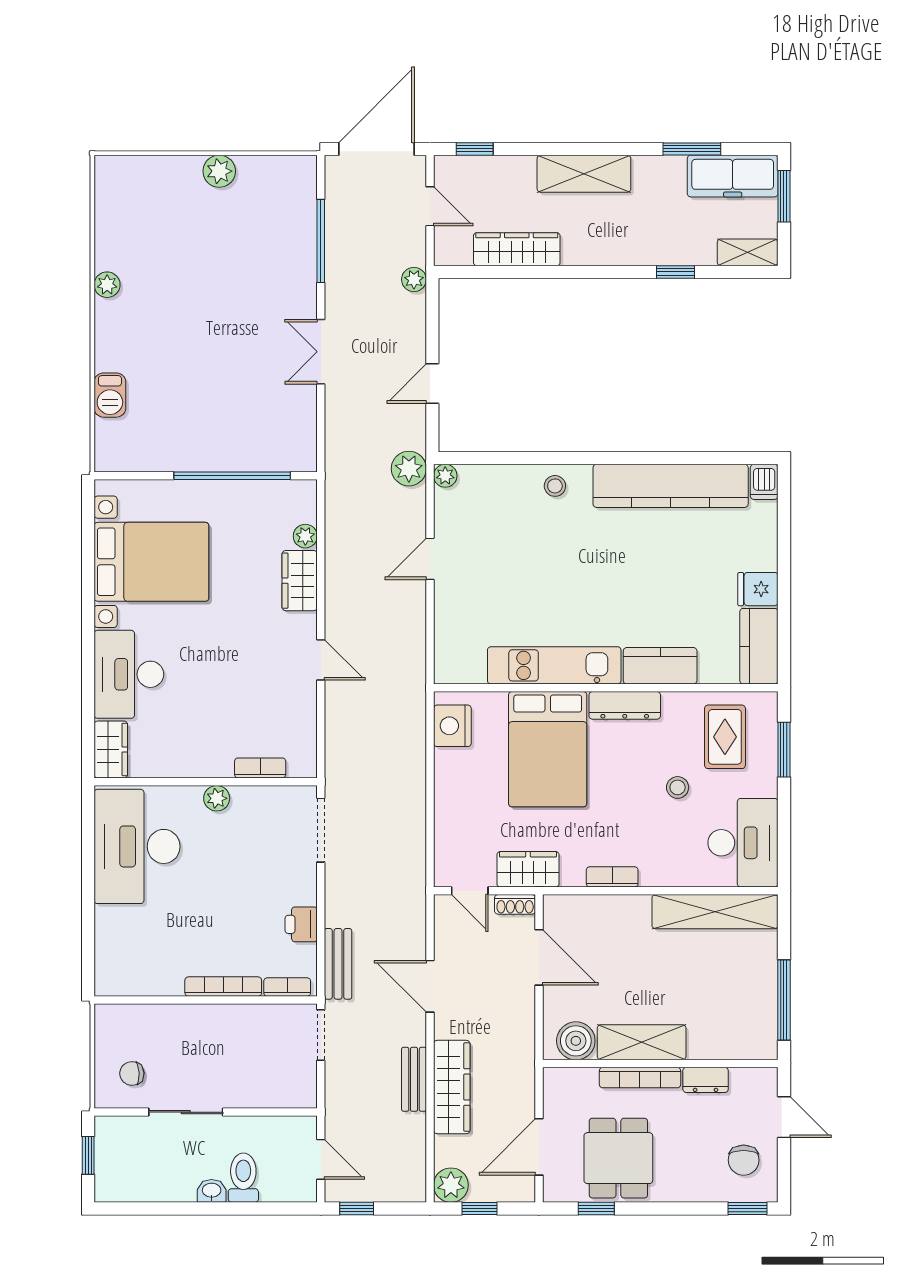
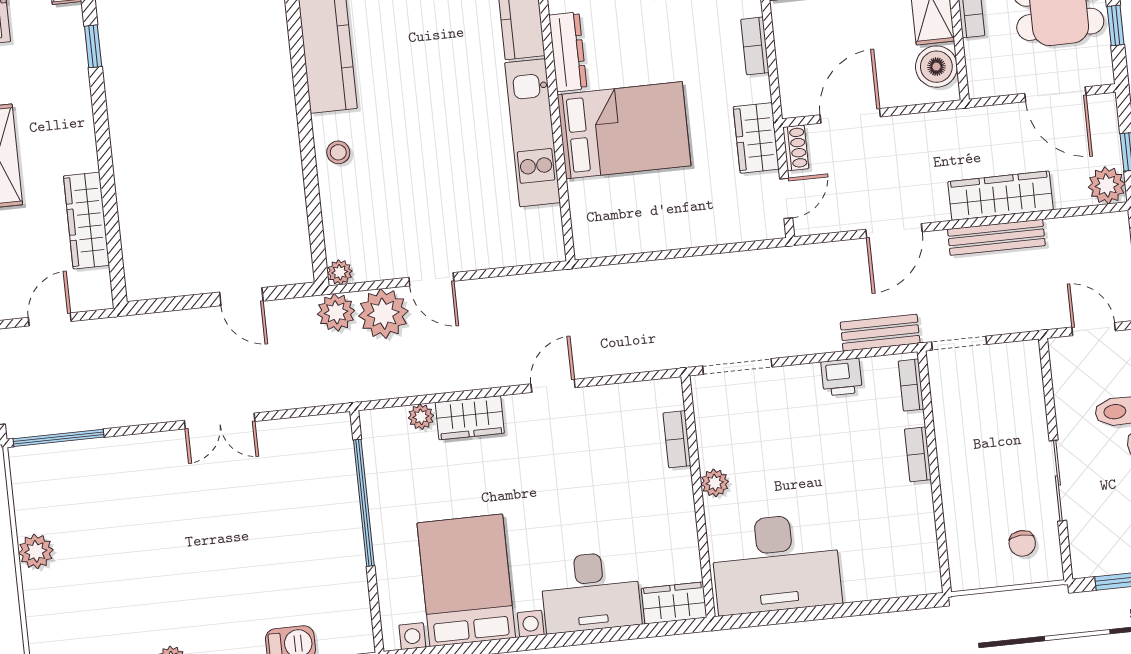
window: (321, 241) -> (58, 438), moved
plant: (414, 279) -> (383, 314), moved, width x1.88, depth x1.88
nightstand: (452, 726) -> (610, 236), removed
bookcase: (223, 987) -> (918, 454), width x0.64
bench: (414, 1079) -> (996, 237), width x1.36
door: (321, 1159) -> (1094, 329), hinge flipped

